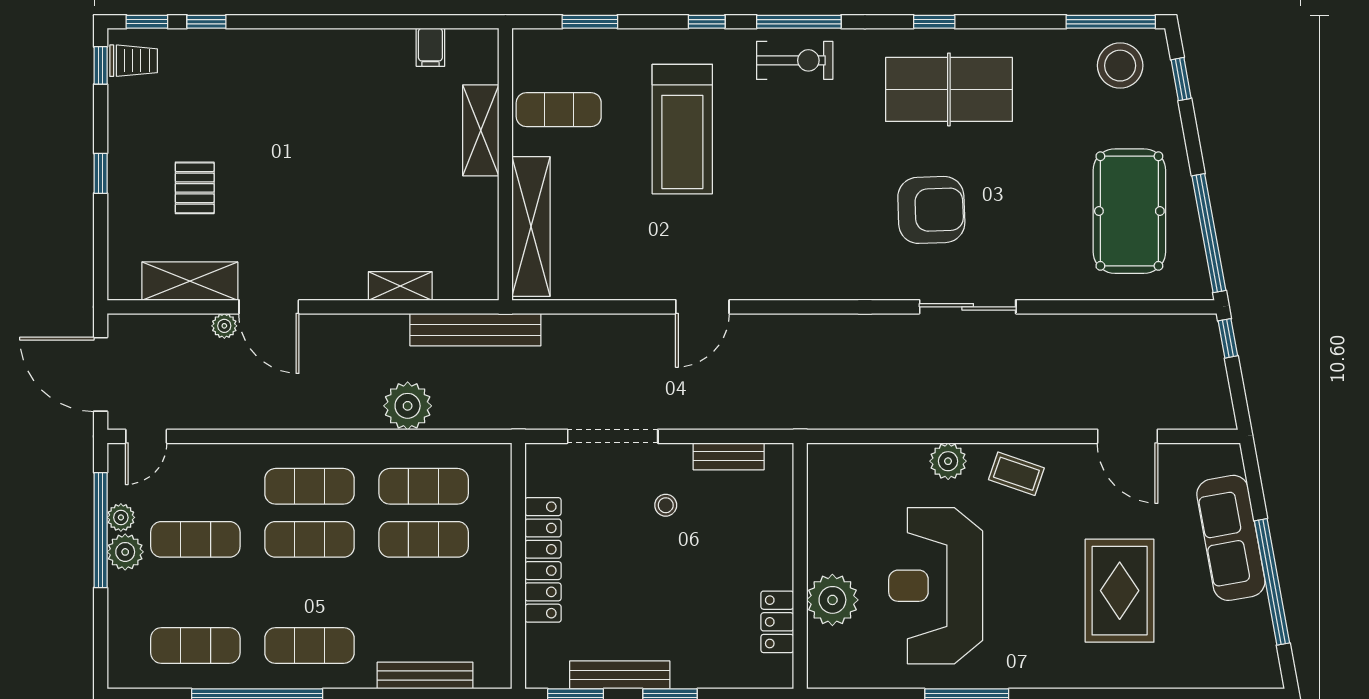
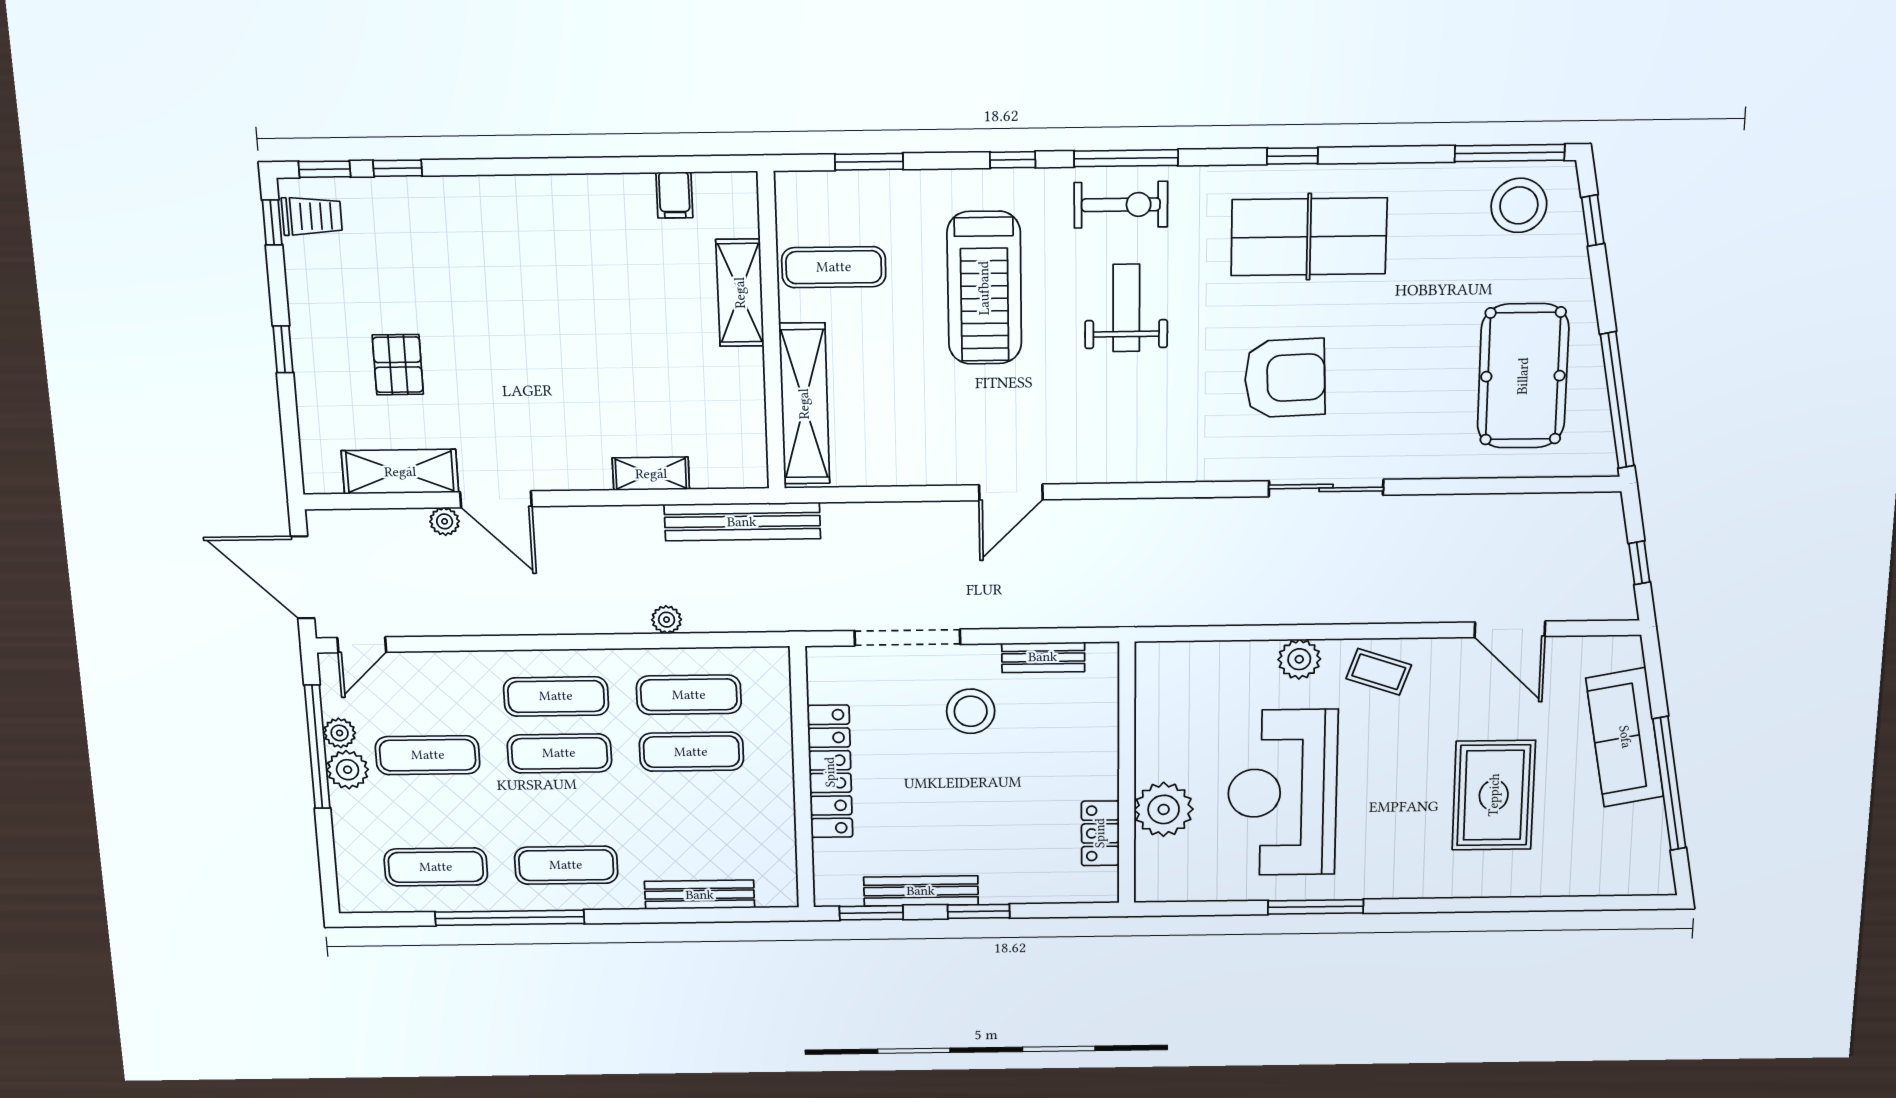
weight bench: (799, 148) -> (1126, 308), added
window: (1228, 338) -> (1639, 563), moved
plant: (408, 406) -> (667, 620), width x0.53, depth x0.53
stool: (666, 505) -> (971, 711), width x1.89, depth x1.89

